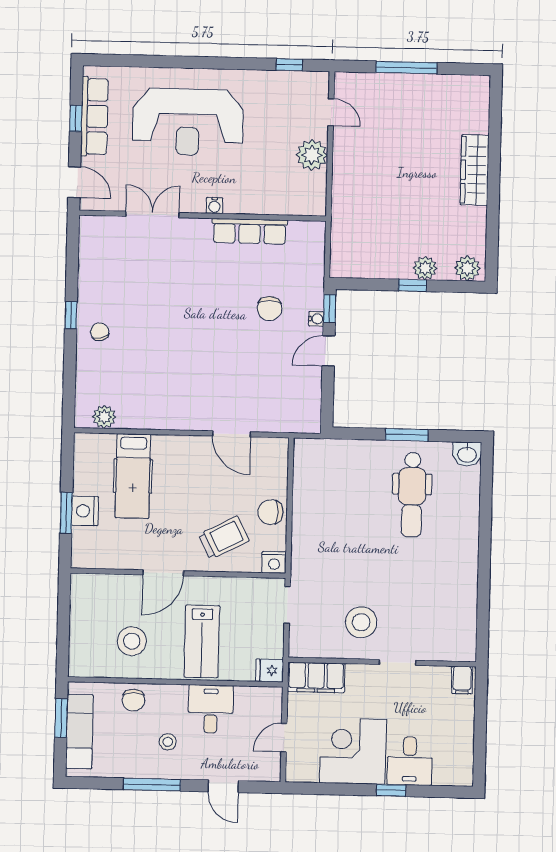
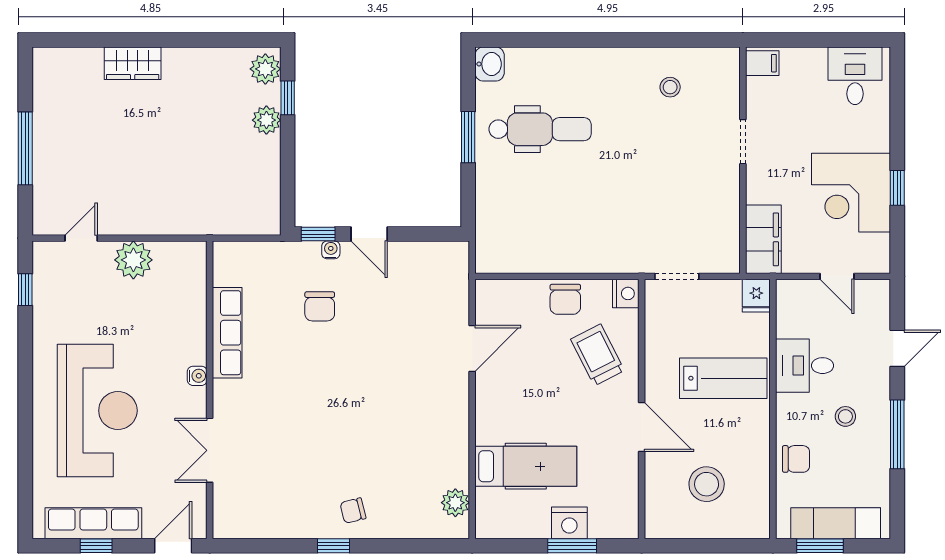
wardrobe: (475, 170) -> (133, 63), width x0.67
window: (413, 285) -> (288, 98), moved
chair: (270, 308) -> (320, 306), turned 90
stool: (361, 622) -> (670, 87), moved, width x0.53, depth x0.53
stool: (132, 641) -> (707, 484), moved
desk: (410, 761) -> (855, 76), moved, turned -90
window: (391, 790) -> (897, 188), moved

